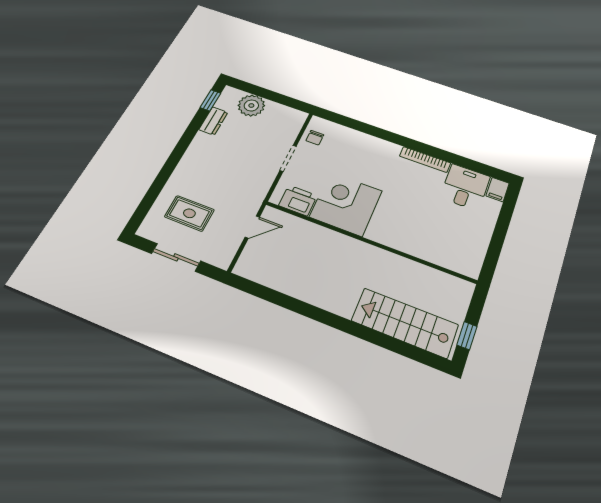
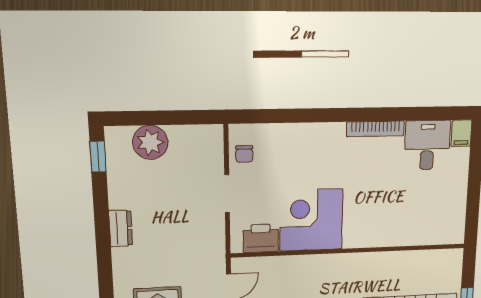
dresser: (213, 121) -> (121, 228), moved

